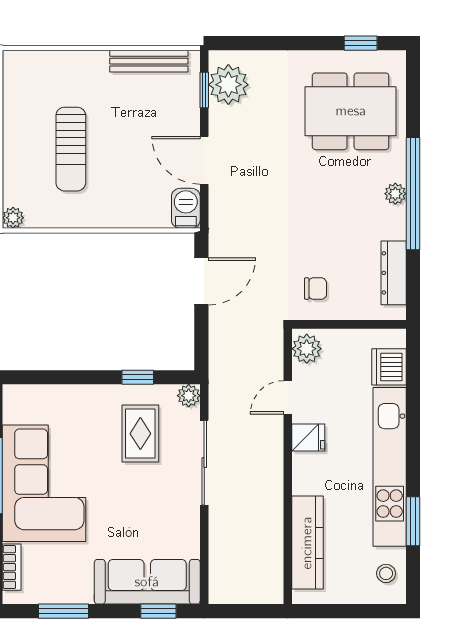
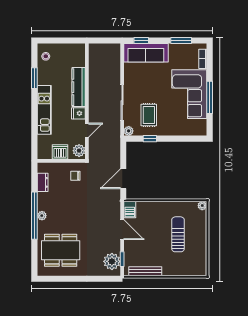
window: (361, 43) -> (56, 279), removed
dresser: (394, 273) -> (43, 182), width x0.70
dishwasher: (389, 367) -> (60, 152), moved, turned -90
kitchen unit: (390, 467) -> (44, 110), width x0.73
kitchen counter: (307, 543) -> (79, 87), moved

